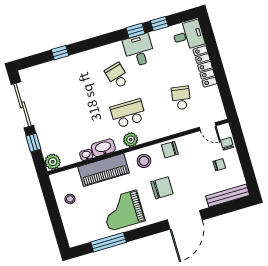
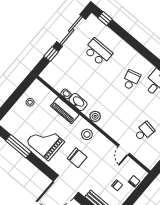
window: (60, 53) -> (105, 19), moved
school desk: (128, 113) -> (98, 52), moved
door: (208, 127) -> (124, 150), moved
chair: (170, 150) -> (105, 146), removed
plant: (53, 162) -> (47, 75), removed
piano: (104, 170) -> (65, 110), width x0.73, depth x0.75

